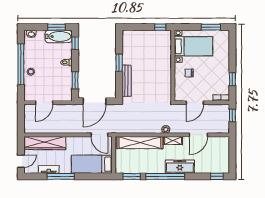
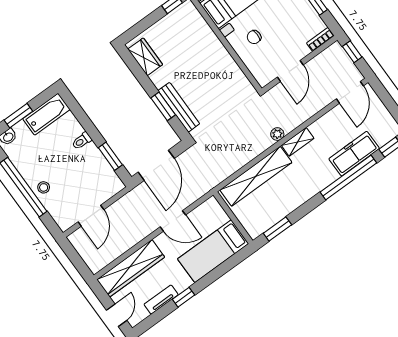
window: (56, 27) -> (18, 116), moved
window: (75, 43) -> (75, 107), removed
wardrobe: (128, 44) -> (145, 57), added
window: (119, 63) -> (163, 106), moved
door: (99, 135) -> (173, 221), moved
door: (198, 135) -> (350, 92), moved
freezer: (180, 167) -> (354, 154), moved
window: (61, 176) -> (184, 297), width x0.46
window: (165, 176) -> (348, 177), moved

